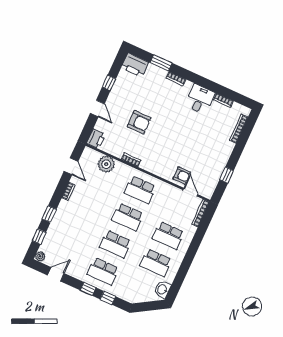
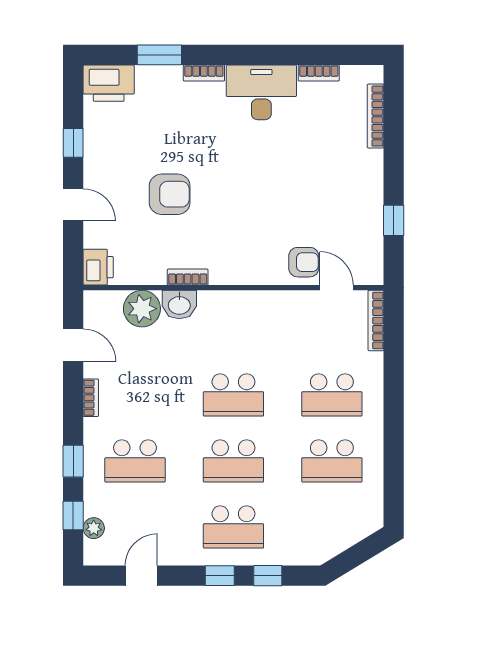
desk: (200, 99) -> (261, 92), width x1.37
school desk: (140, 190) -> (135, 461), moved
plant: (40, 256) -> (94, 528), moved
washbasin: (162, 289) -> (179, 305), moved, turned -90

